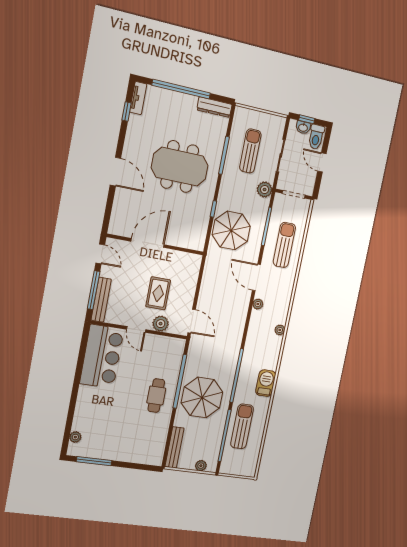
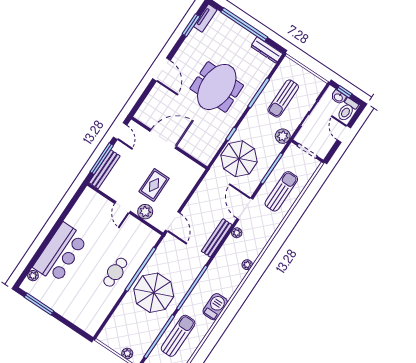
window: (127, 112) -> (191, 25), width x1.50
sun lounger: (250, 151) -> (283, 98), turned 180
meeting table: (180, 167) -> (217, 87), turned 90
bar counter: (102, 356) -> (60, 253), moved
bench: (174, 447) -> (217, 238), moved

